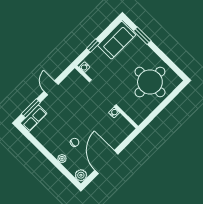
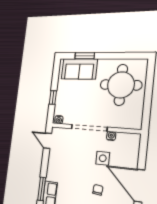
sofa: (117, 40) -> (79, 69), moved, turned 90
door: (51, 88) -> (48, 141), moved
side table: (96, 123) -> (103, 158), added

